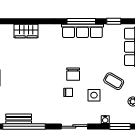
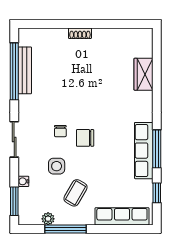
bench: (19, 119) -> (25, 70), width x1.36

